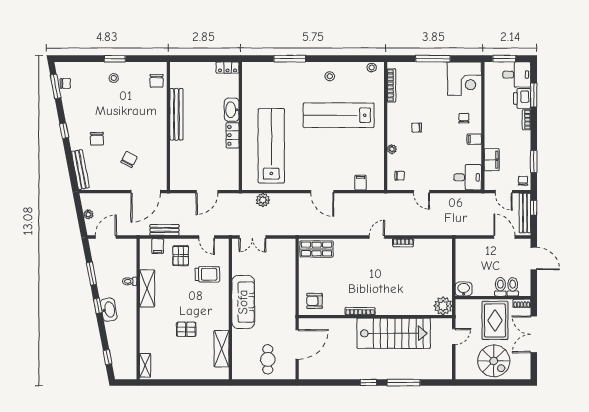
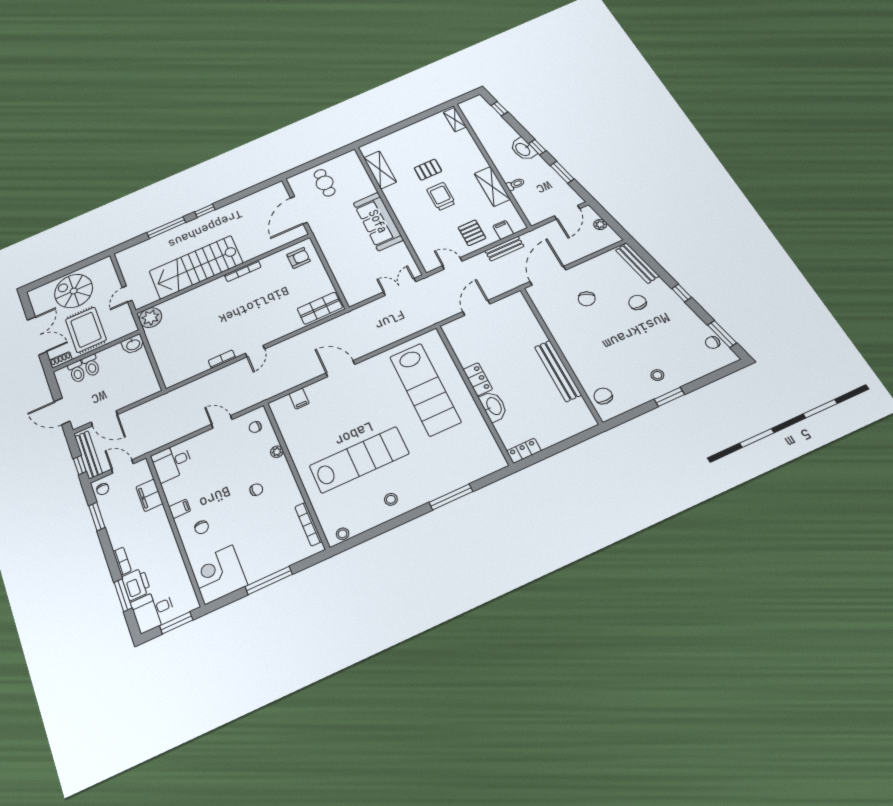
plant: (263, 200) -> (406, 329), removed
trolley: (207, 274) -> (441, 196), moved, turned 90

